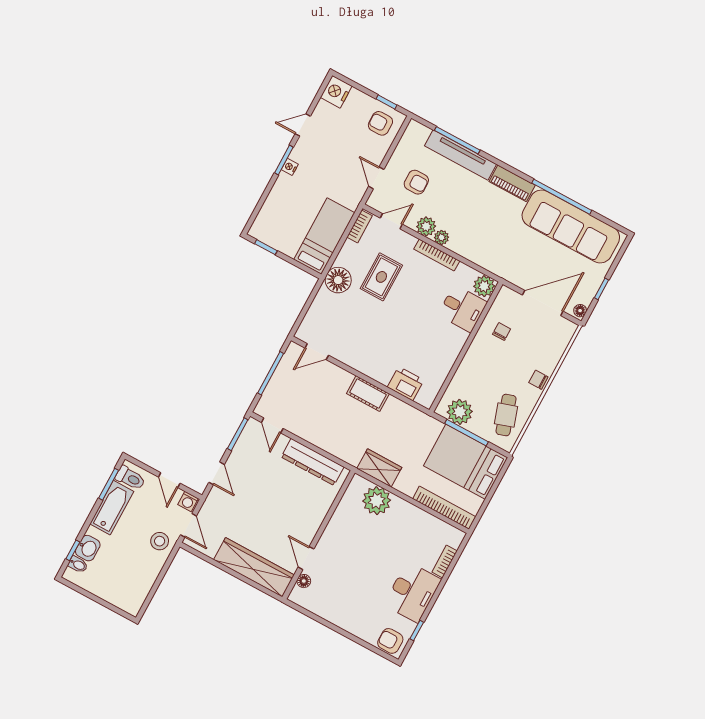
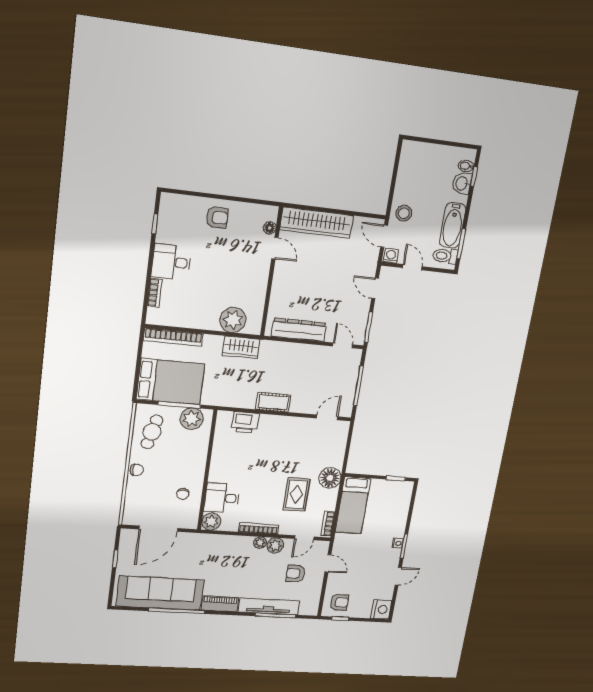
floor lamp: (580, 311) -> (125, 536), removed
cafe table: (506, 415) -> (152, 432), turned 32
desk: (413, 592) -> (171, 262), width x0.73
armchair: (390, 641) -> (217, 218), moved

